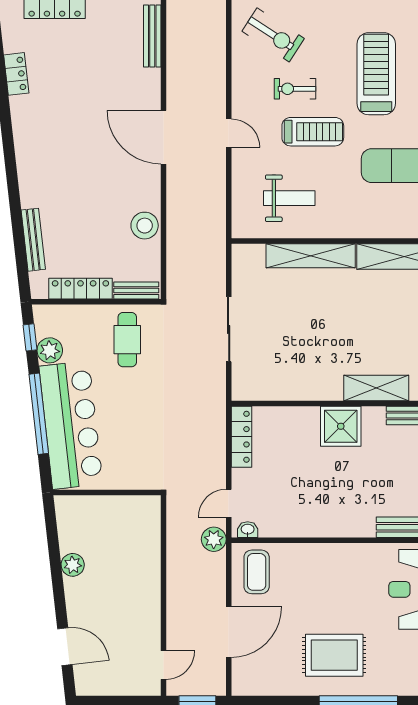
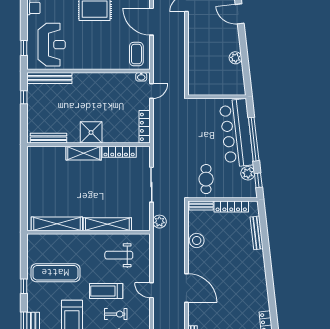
shelving: (376, 388) -> (84, 153), moved
locker: (289, 391) -> (119, 152), added
plant: (214, 539) -> (159, 222), moved
door: (229, 632) -> (151, 22), hinge flipped

